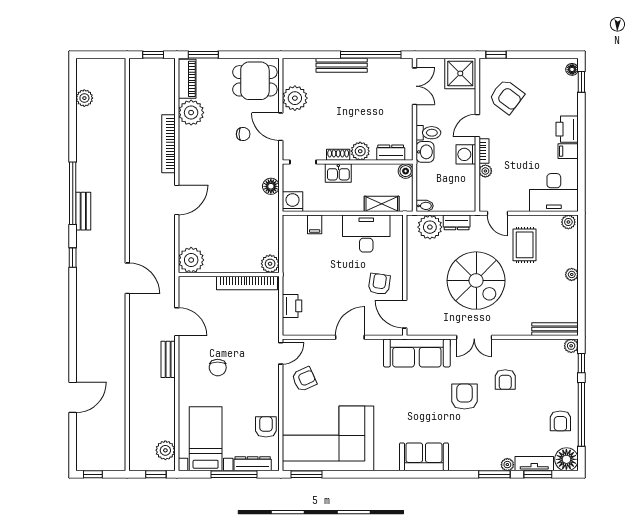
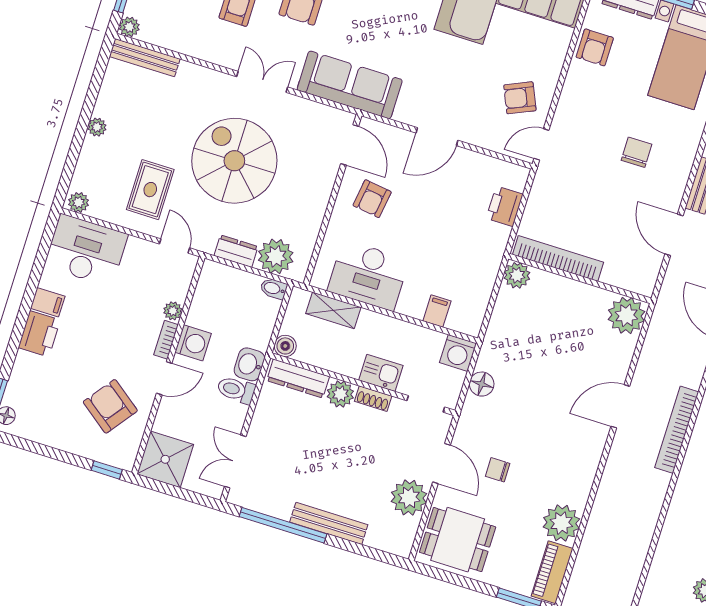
bookcase: (168, 144) -> (677, 430), moved, turned 180
dresser: (391, 153) -> (298, 378), width x1.44

